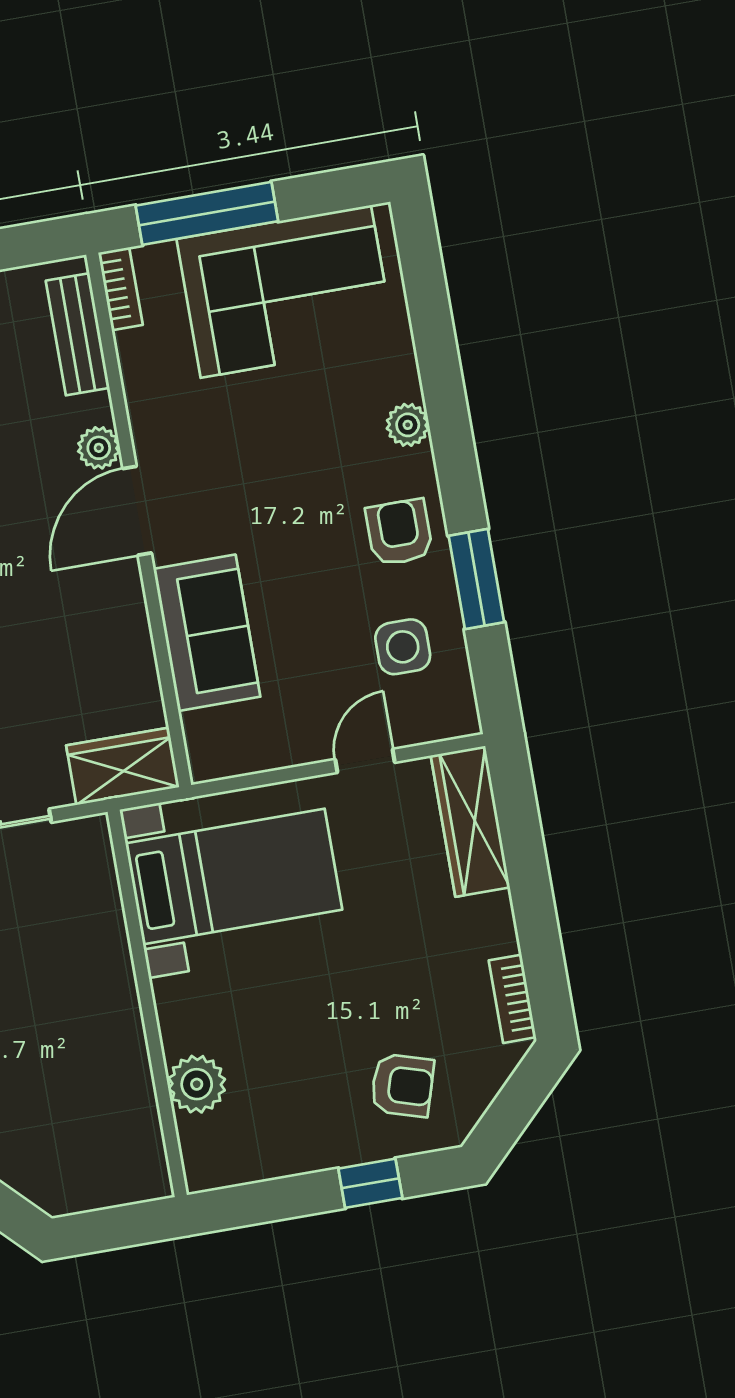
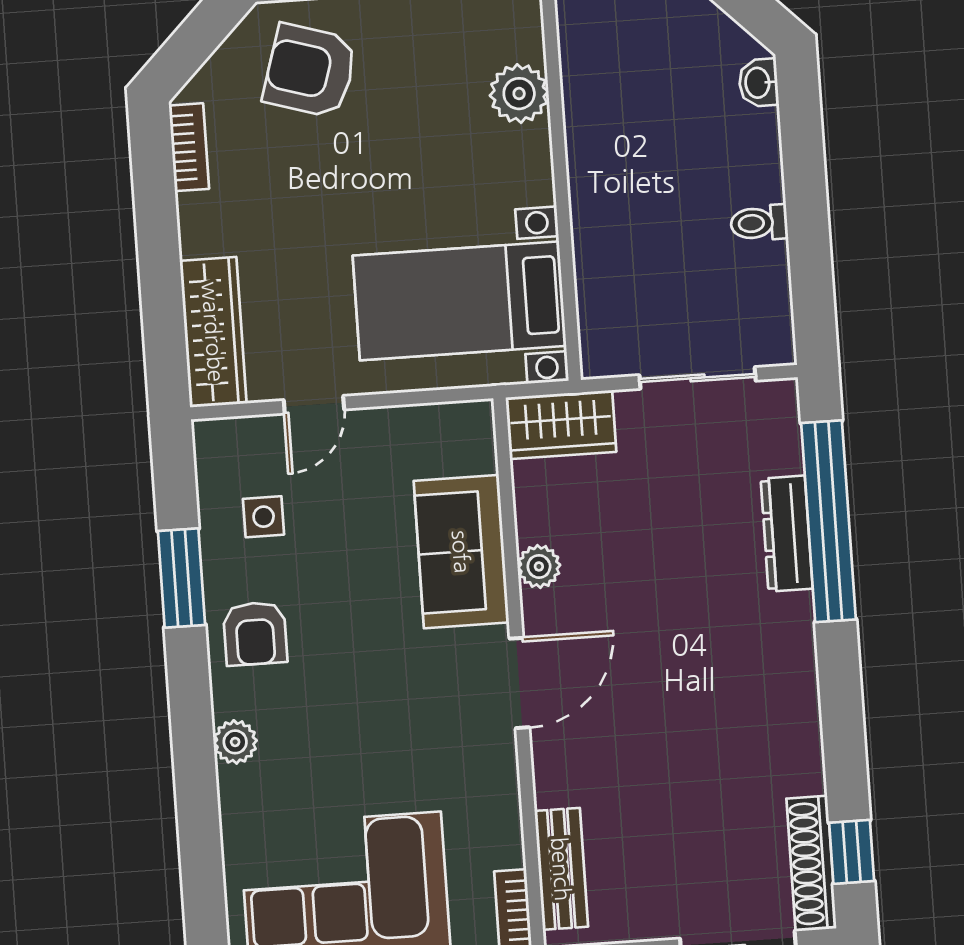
plant: (99, 448) -> (539, 566), moved
side table: (403, 647) -> (264, 517), width x0.73, depth x0.73
armchair: (402, 1085) -> (310, 71), width x1.38, depth x1.38

